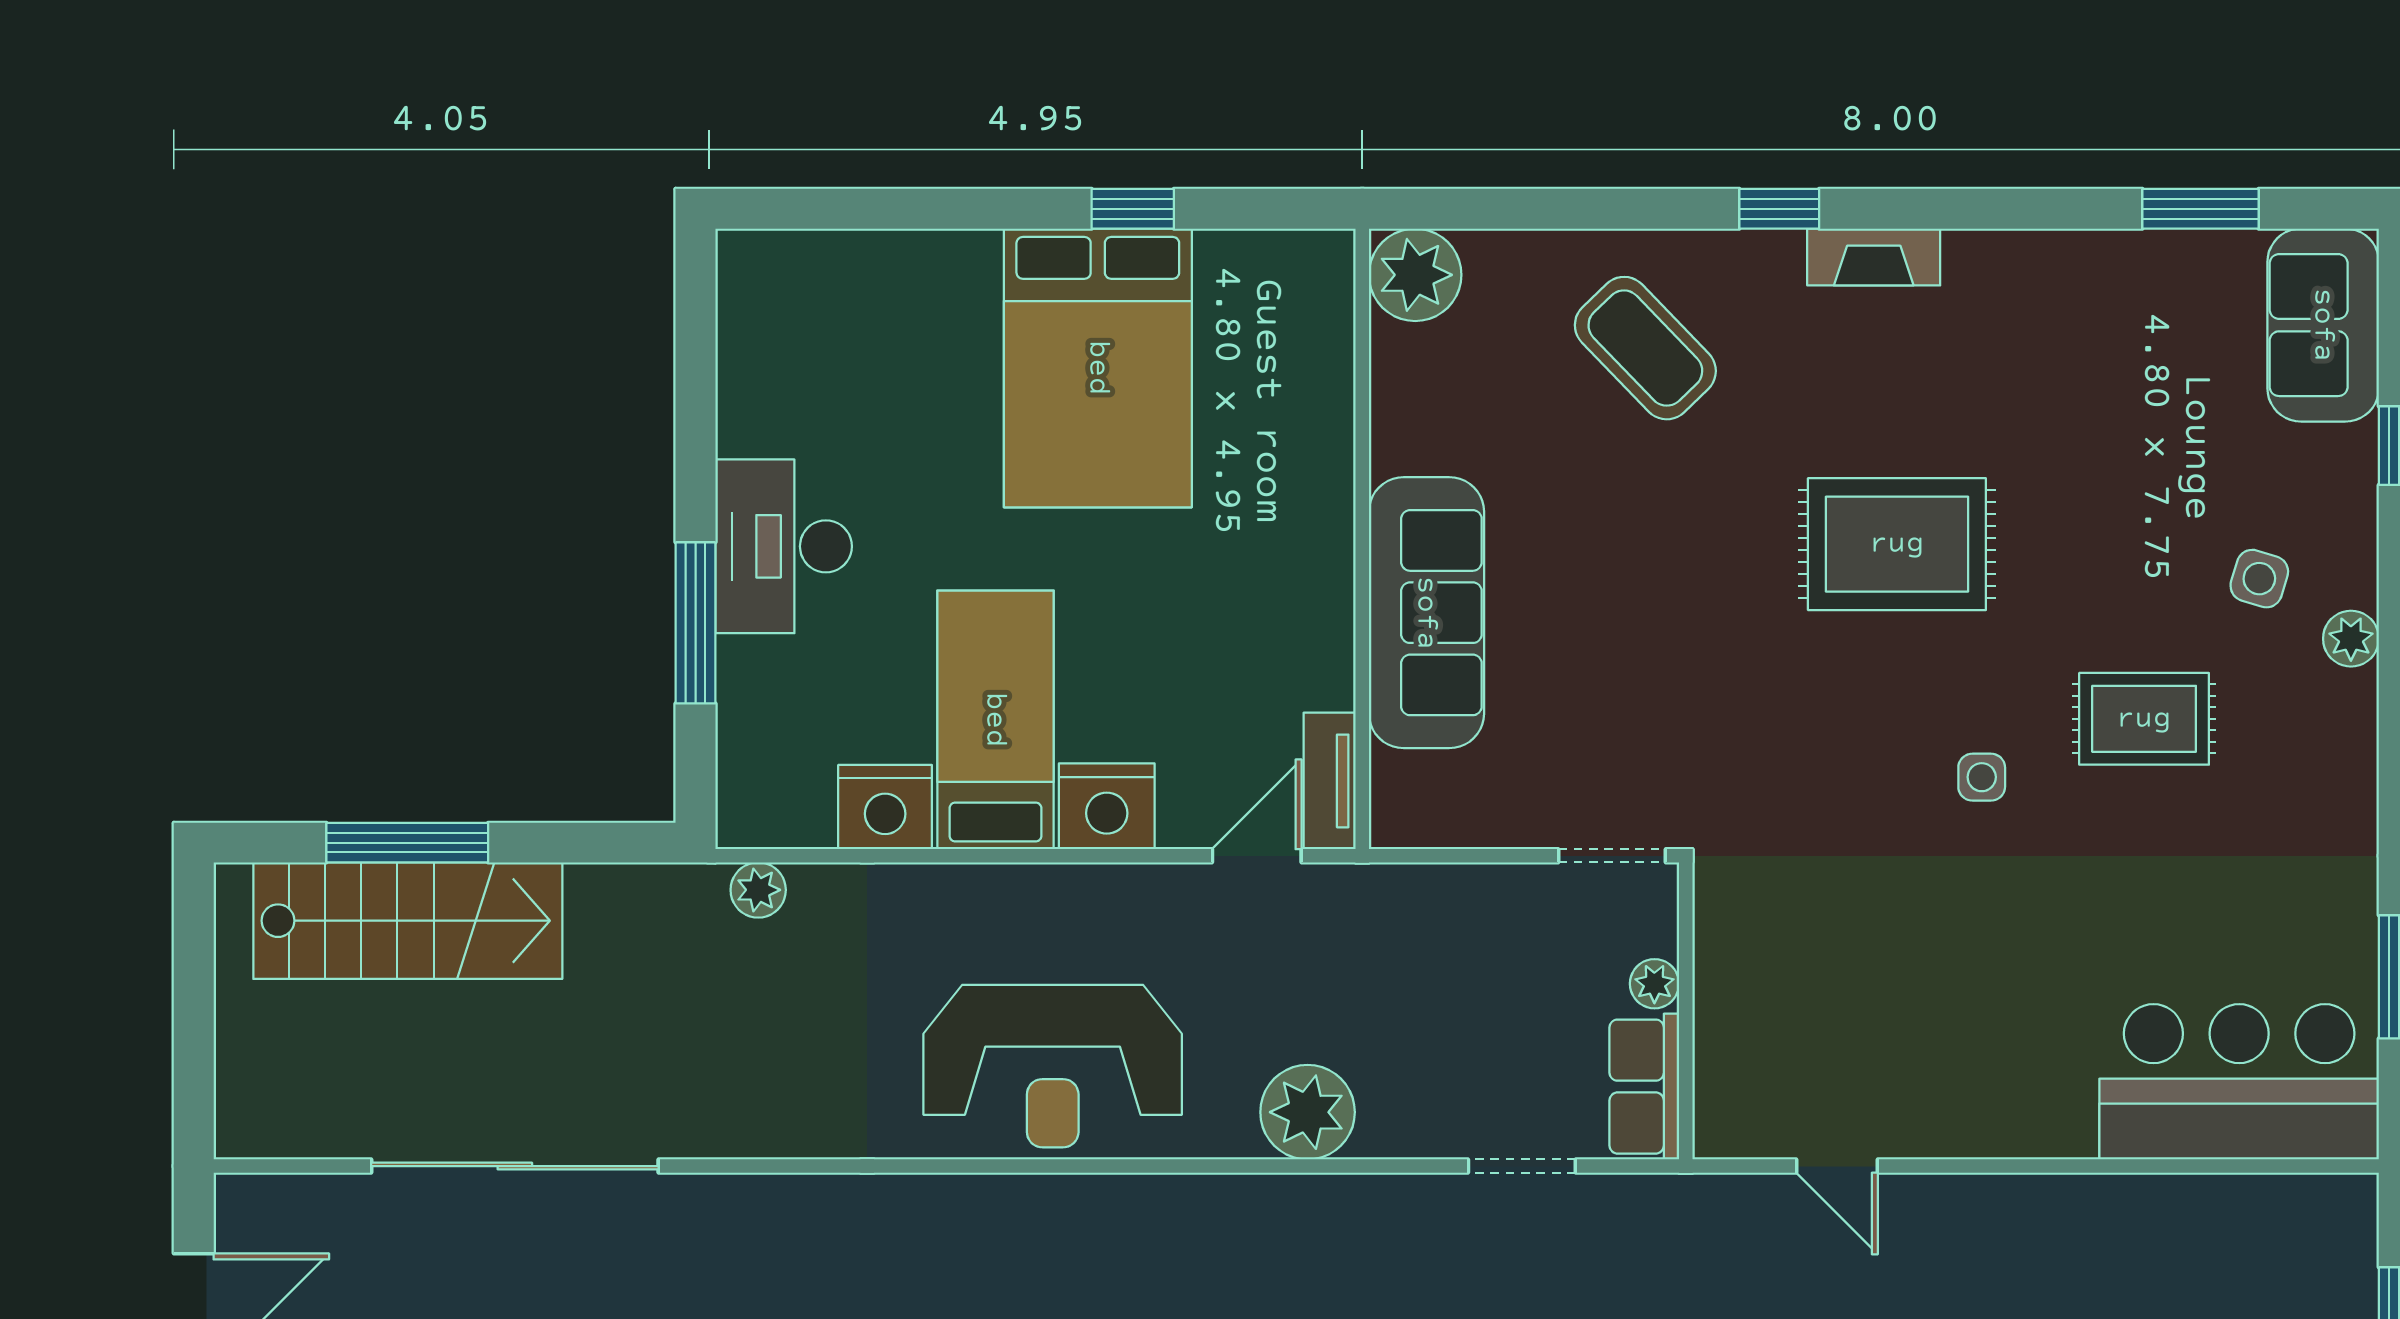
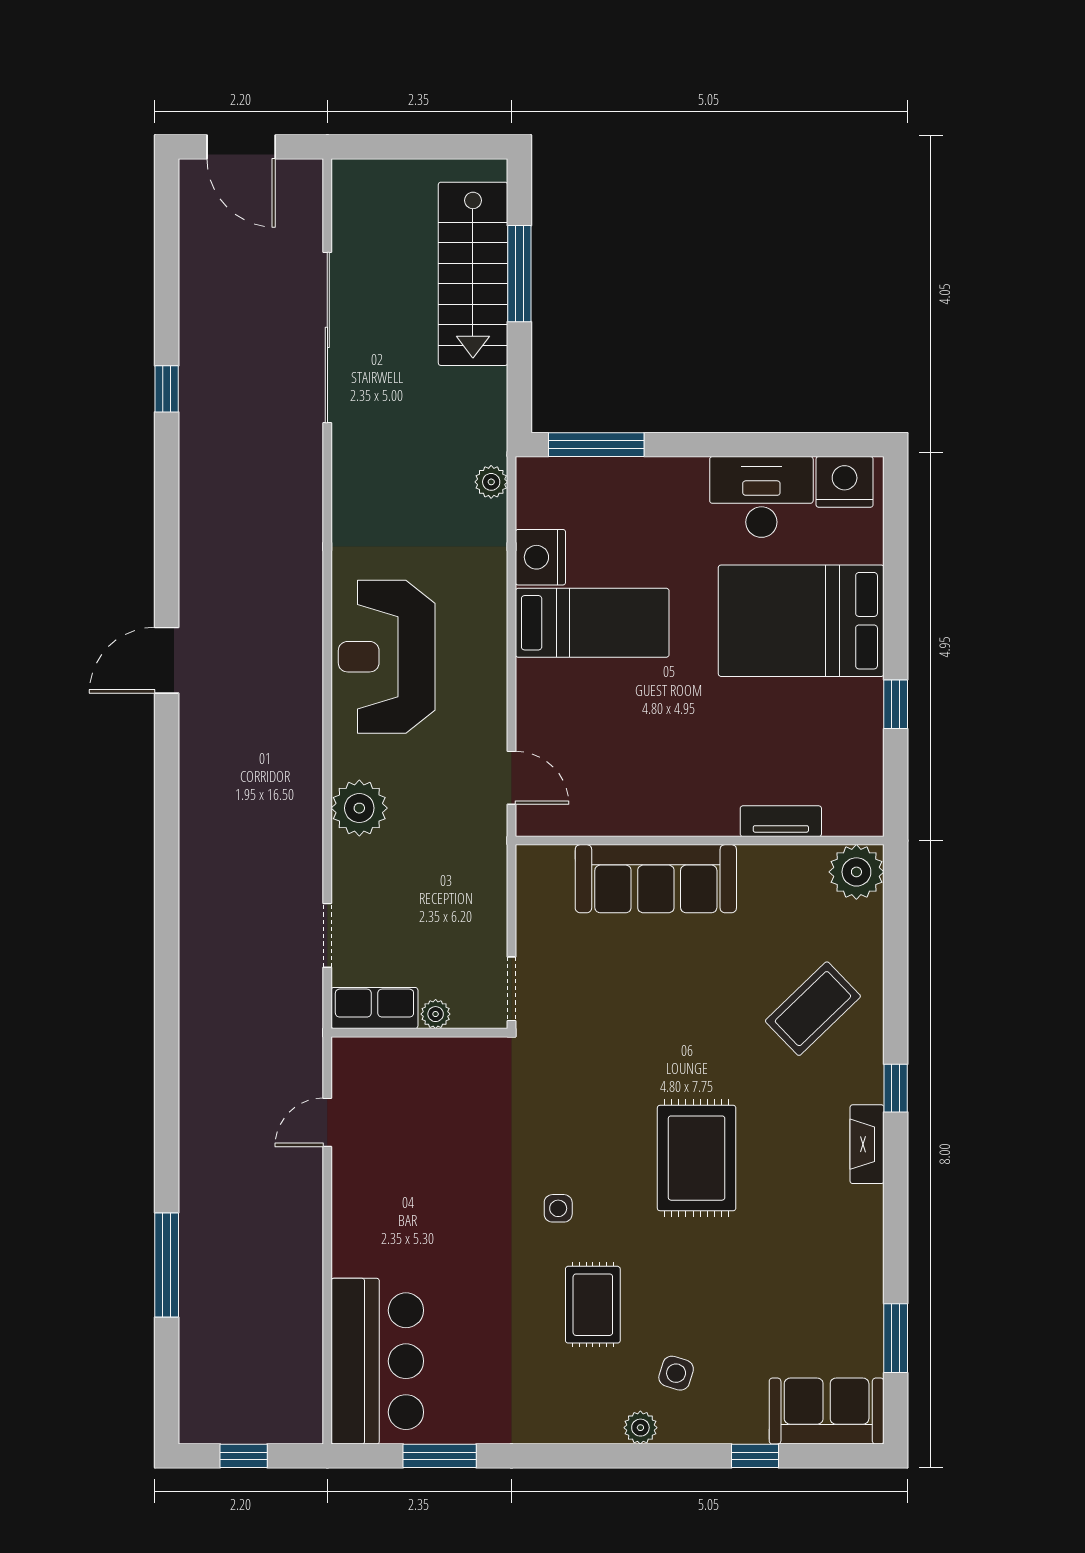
bed: (1098, 368) -> (801, 621), moved
desk: (784, 546) -> (761, 497), moved
window: (696, 623) -> (596, 445), moved
tv unit: (1330, 781) -> (781, 821), moved
nightstand: (1107, 806) -> (845, 482), moved, turned 90

